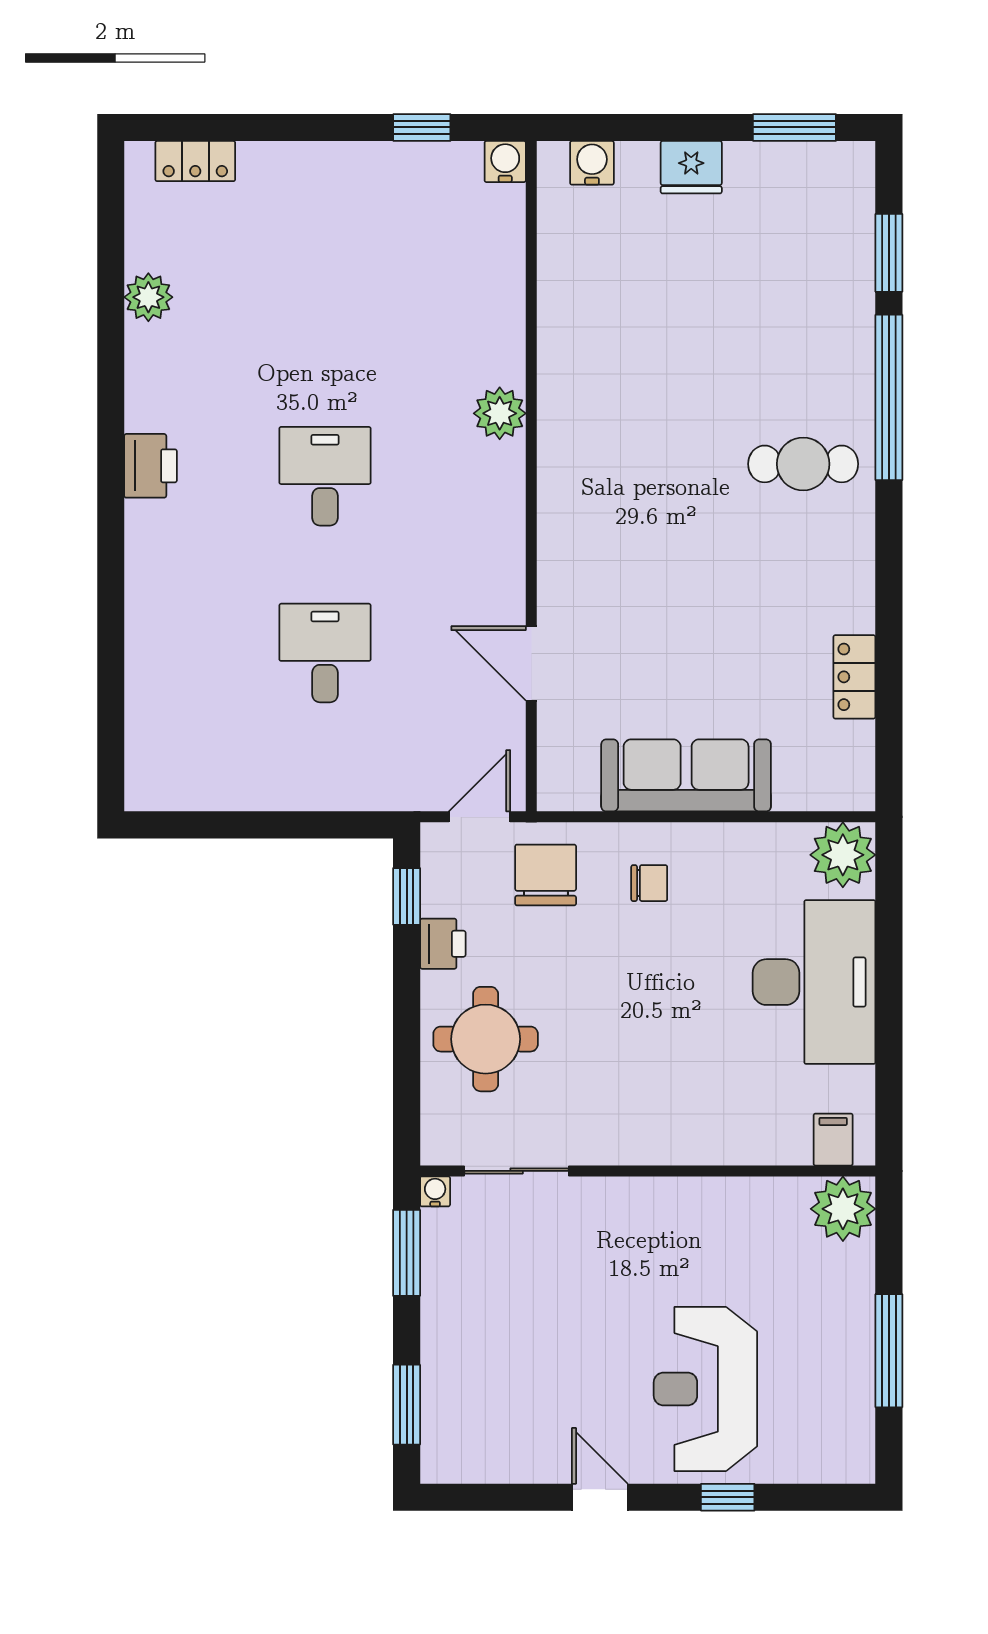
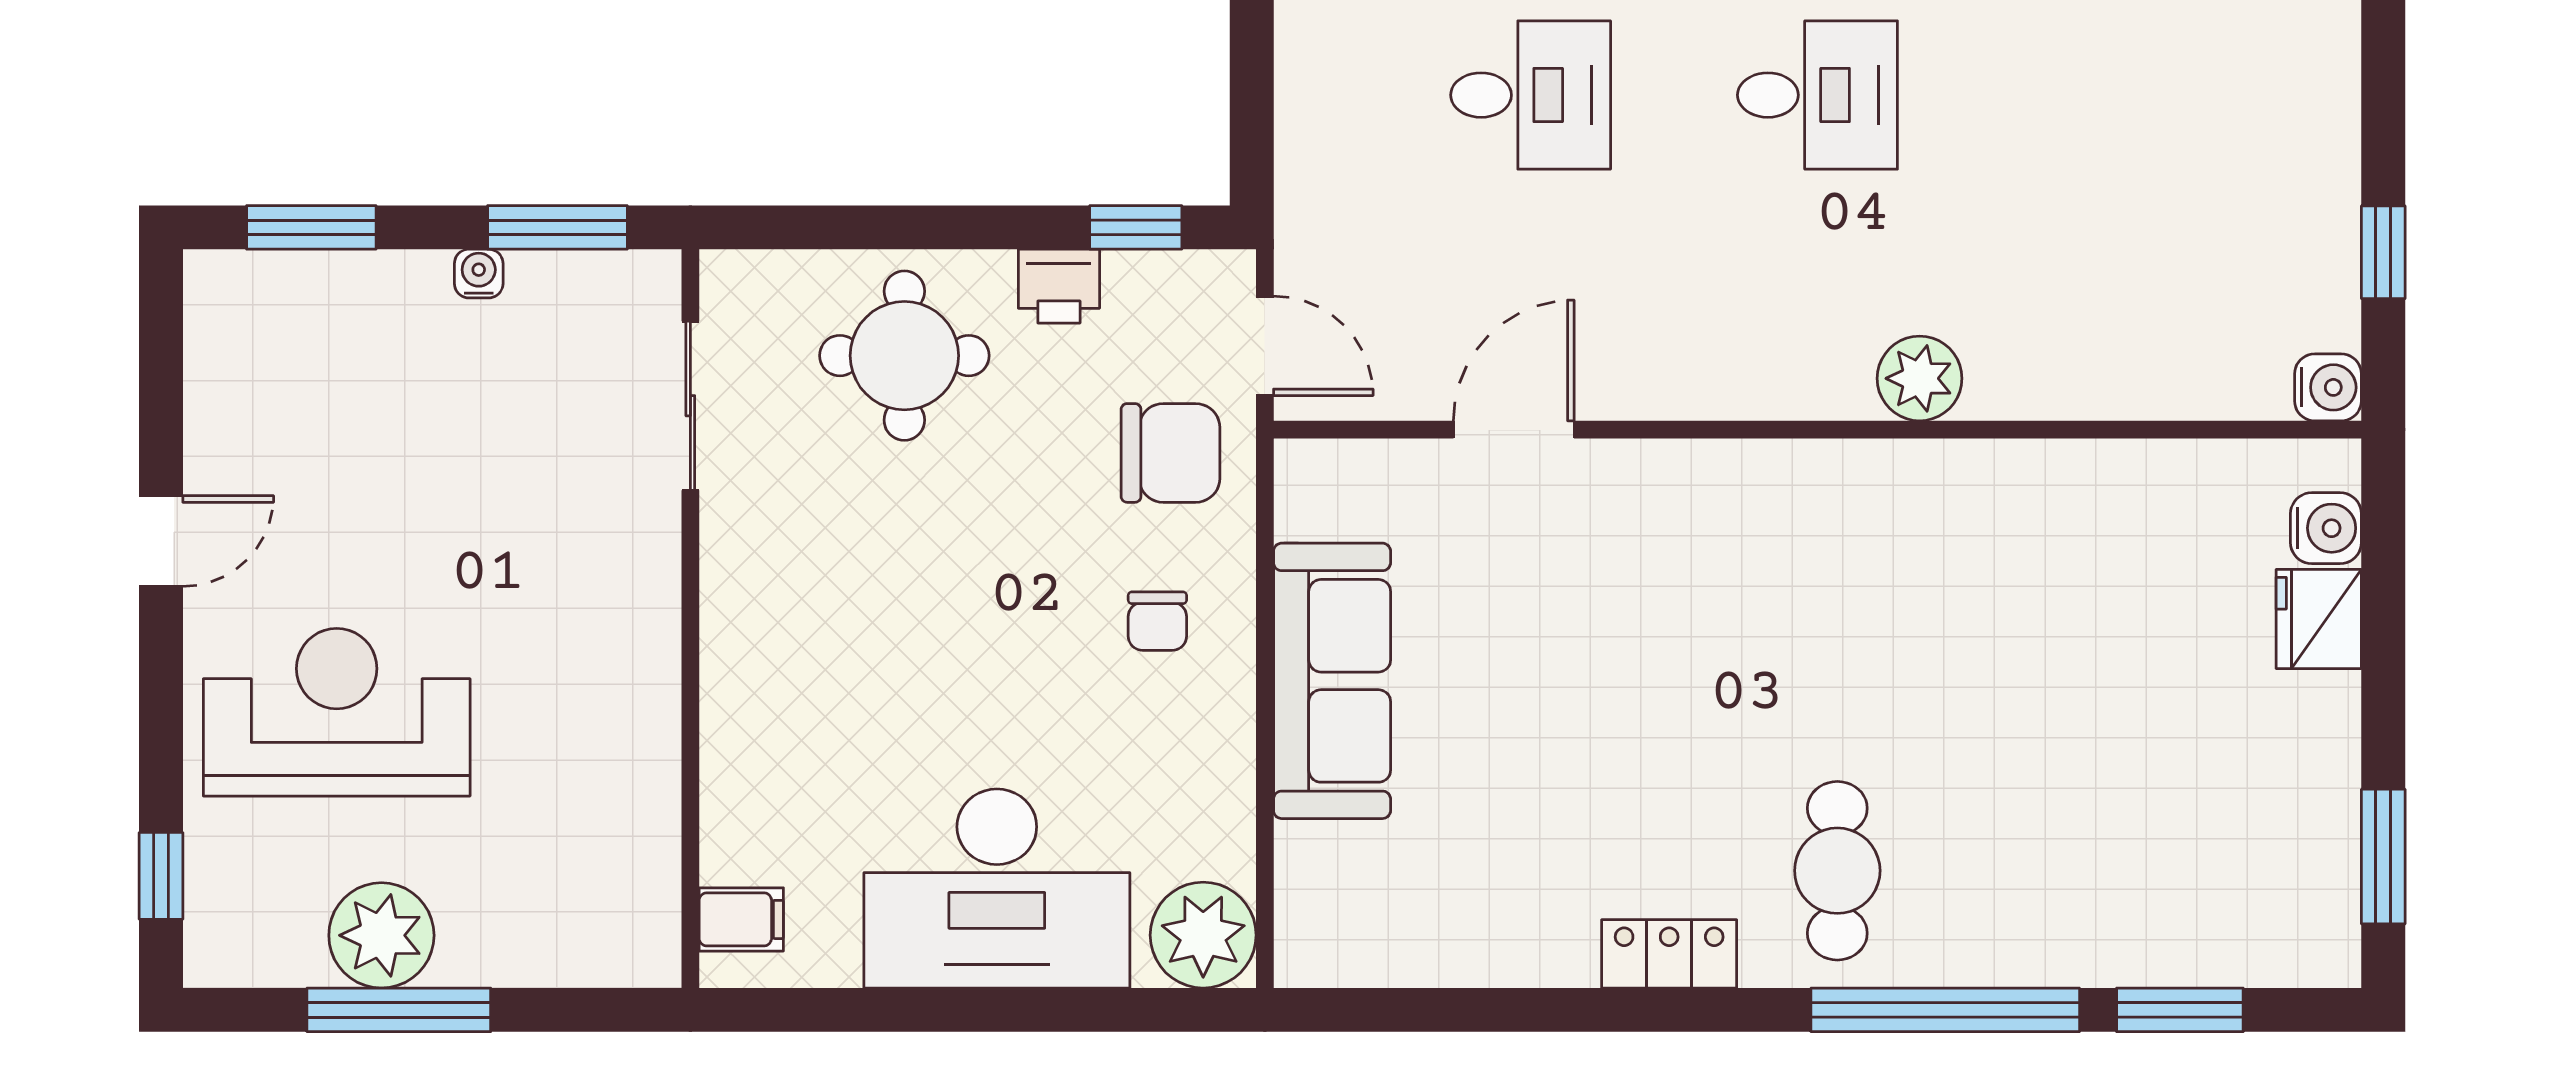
fridge: (691, 167) -> (2319, 619), moved
locker: (854, 677) -> (1669, 954), moved
water cooler: (435, 1191) -> (479, 274), moved, turned -90
plant: (843, 1209) -> (381, 935), moved
window: (728, 1497) -> (161, 876), moved

